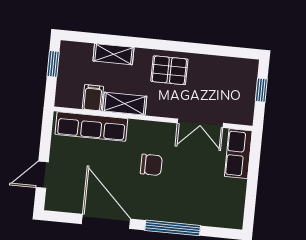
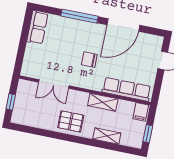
filing cabinet: (93, 98) -> (141, 112), moved
double door: (200, 123) -> (54, 84), swing flipped
row of seats: (238, 154) -> (37, 28), moved
door: (106, 221) -> (123, 25), hinge flipped

